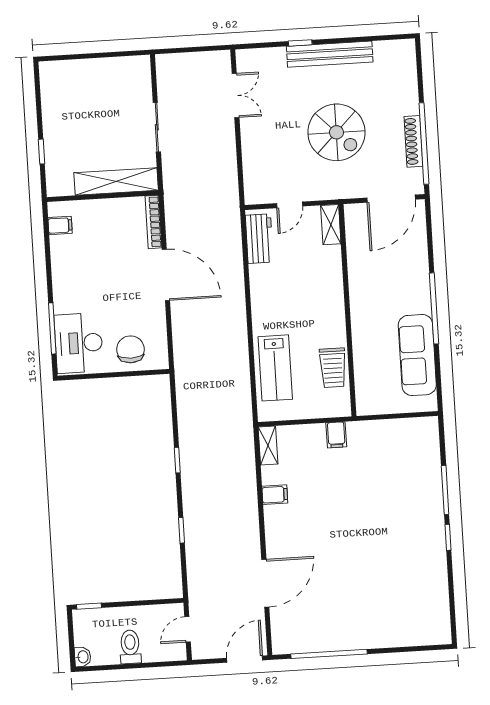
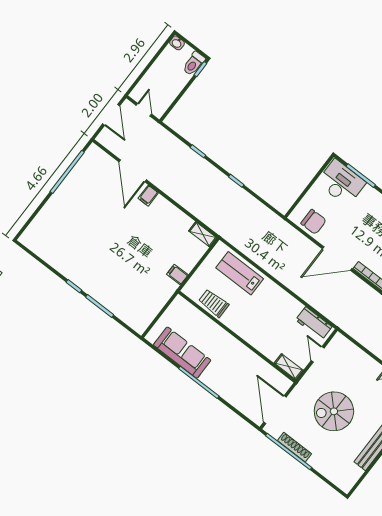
chair: (130, 349) -> (314, 222), moved
filing cabinet: (275, 495) -> (148, 196), moved
toilet: (130, 647) -> (194, 64), moved, turned 90
door: (245, 659) -> (111, 115), moved

